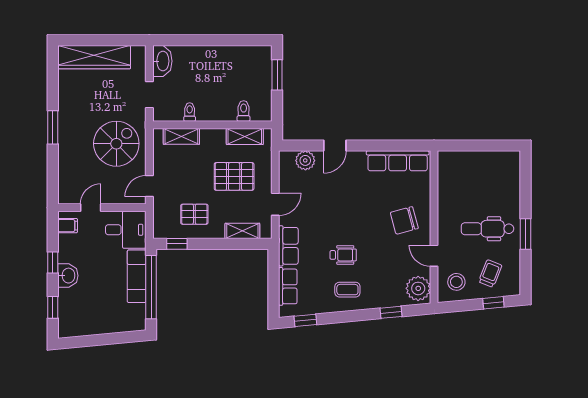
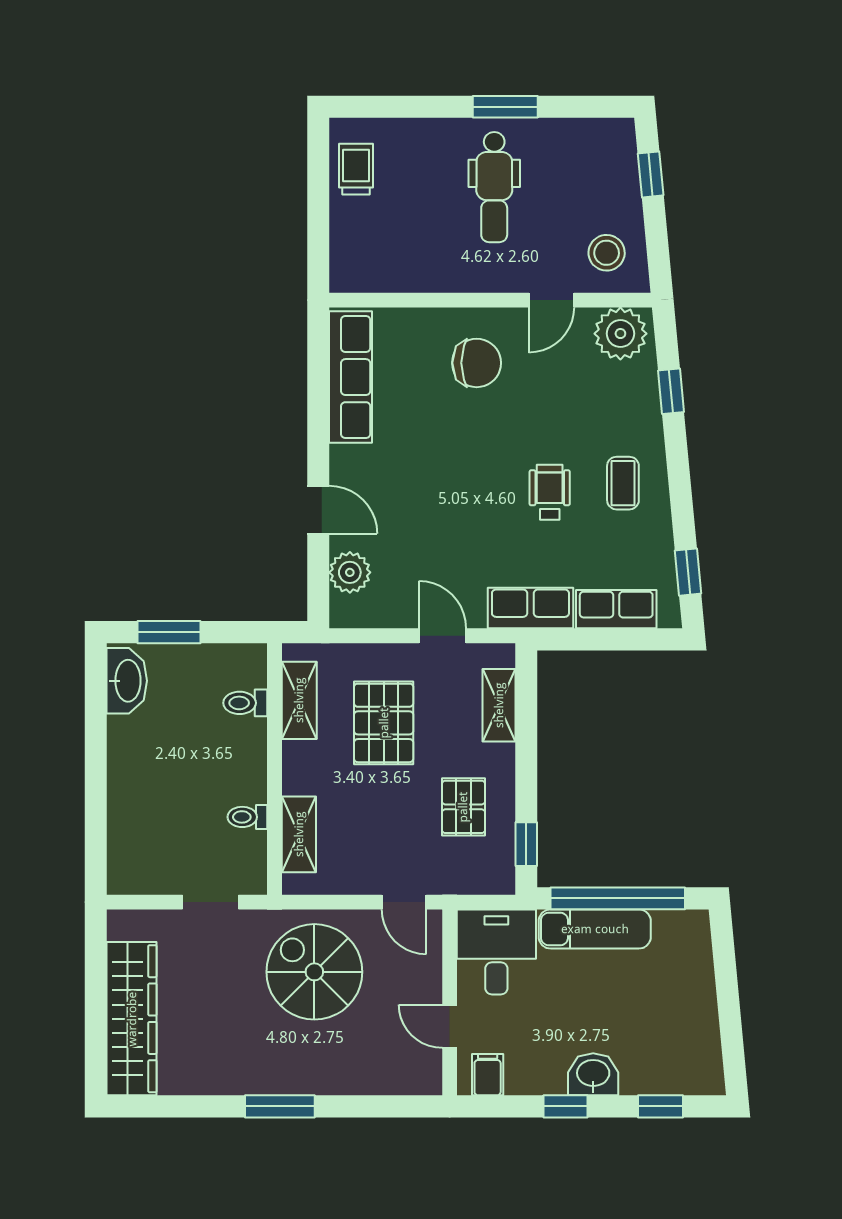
washbasin: (162, 61) -> (127, 681), moved, turned 90
chair: (404, 220) -> (477, 363), turned -75
trolley: (490, 274) -> (356, 169), moved, turned 68

